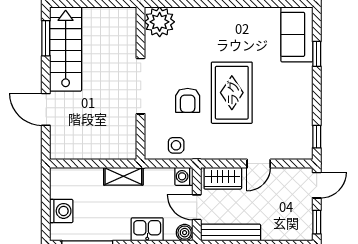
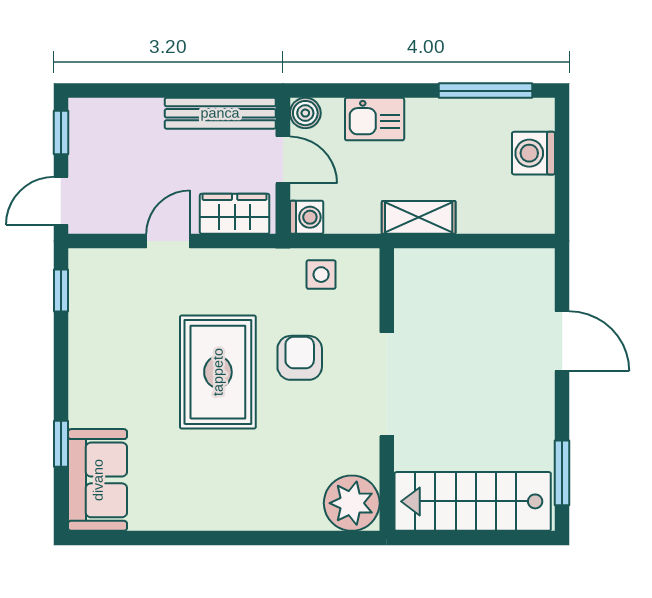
stairs: (66, 49) -> (473, 501), moved, turned 90

